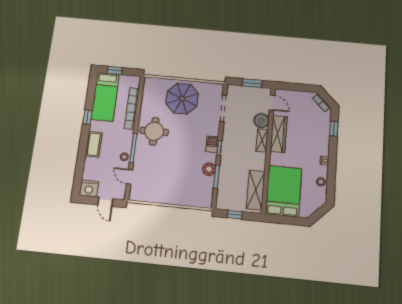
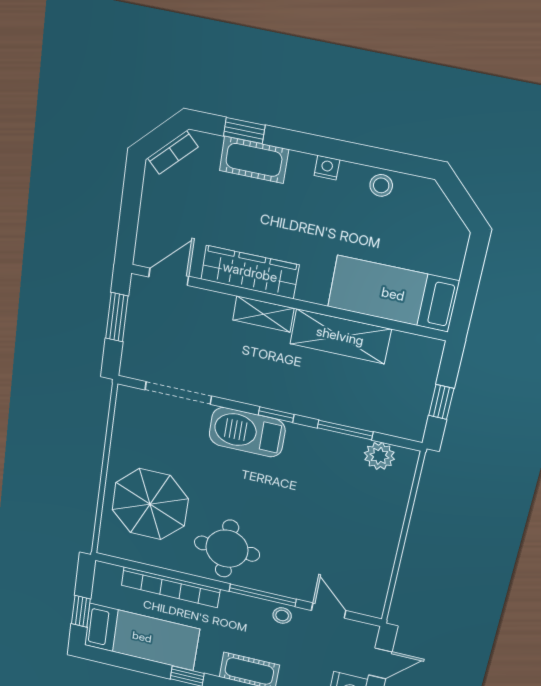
parasol: (182, 99) -> (150, 504), moved
boiler: (261, 121) -> (213, 309), removed
cot: (323, 133) -> (254, 160), added
barbecue: (212, 144) -> (247, 432), width x1.88, depth x1.53
plant: (209, 169) -> (379, 456), moved
door: (130, 177) -> (329, 611), swing flipped
shelving: (256, 190) -> (340, 336), moved
bed: (284, 191) -> (393, 294), width x0.67

